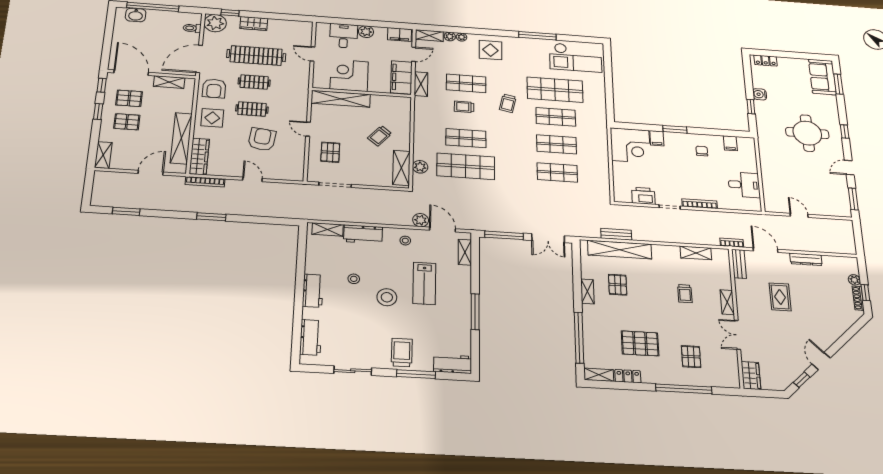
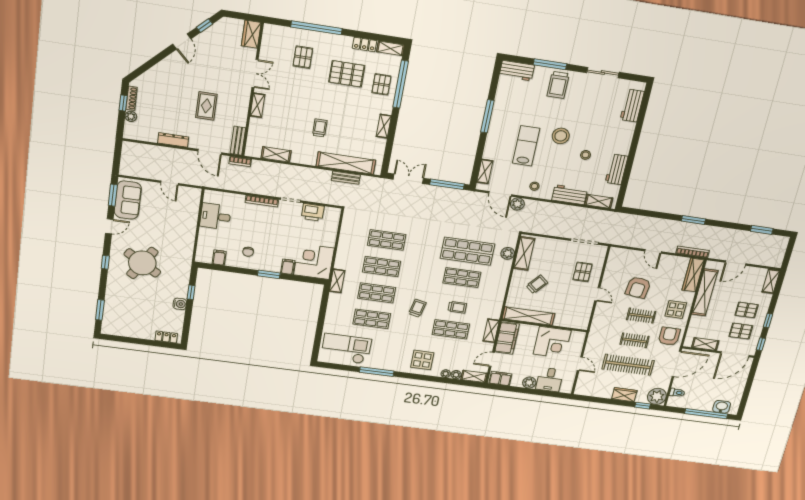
door: (131, 73) -> (735, 354), hinge flipped
sofa: (822, 77) -> (128, 200), moved
shop shelf: (555, 90) -> (372, 319), width x0.70, depth x0.74
shelving: (341, 99) -> (529, 316), moved
shelving: (601, 127) -> (337, 281), added
round table: (807, 133) -> (142, 263), turned 32
pallet: (618, 285) -> (381, 84), moved
workbench: (313, 291) -> (617, 169), moved
trolley: (685, 294) -> (320, 128), moved

